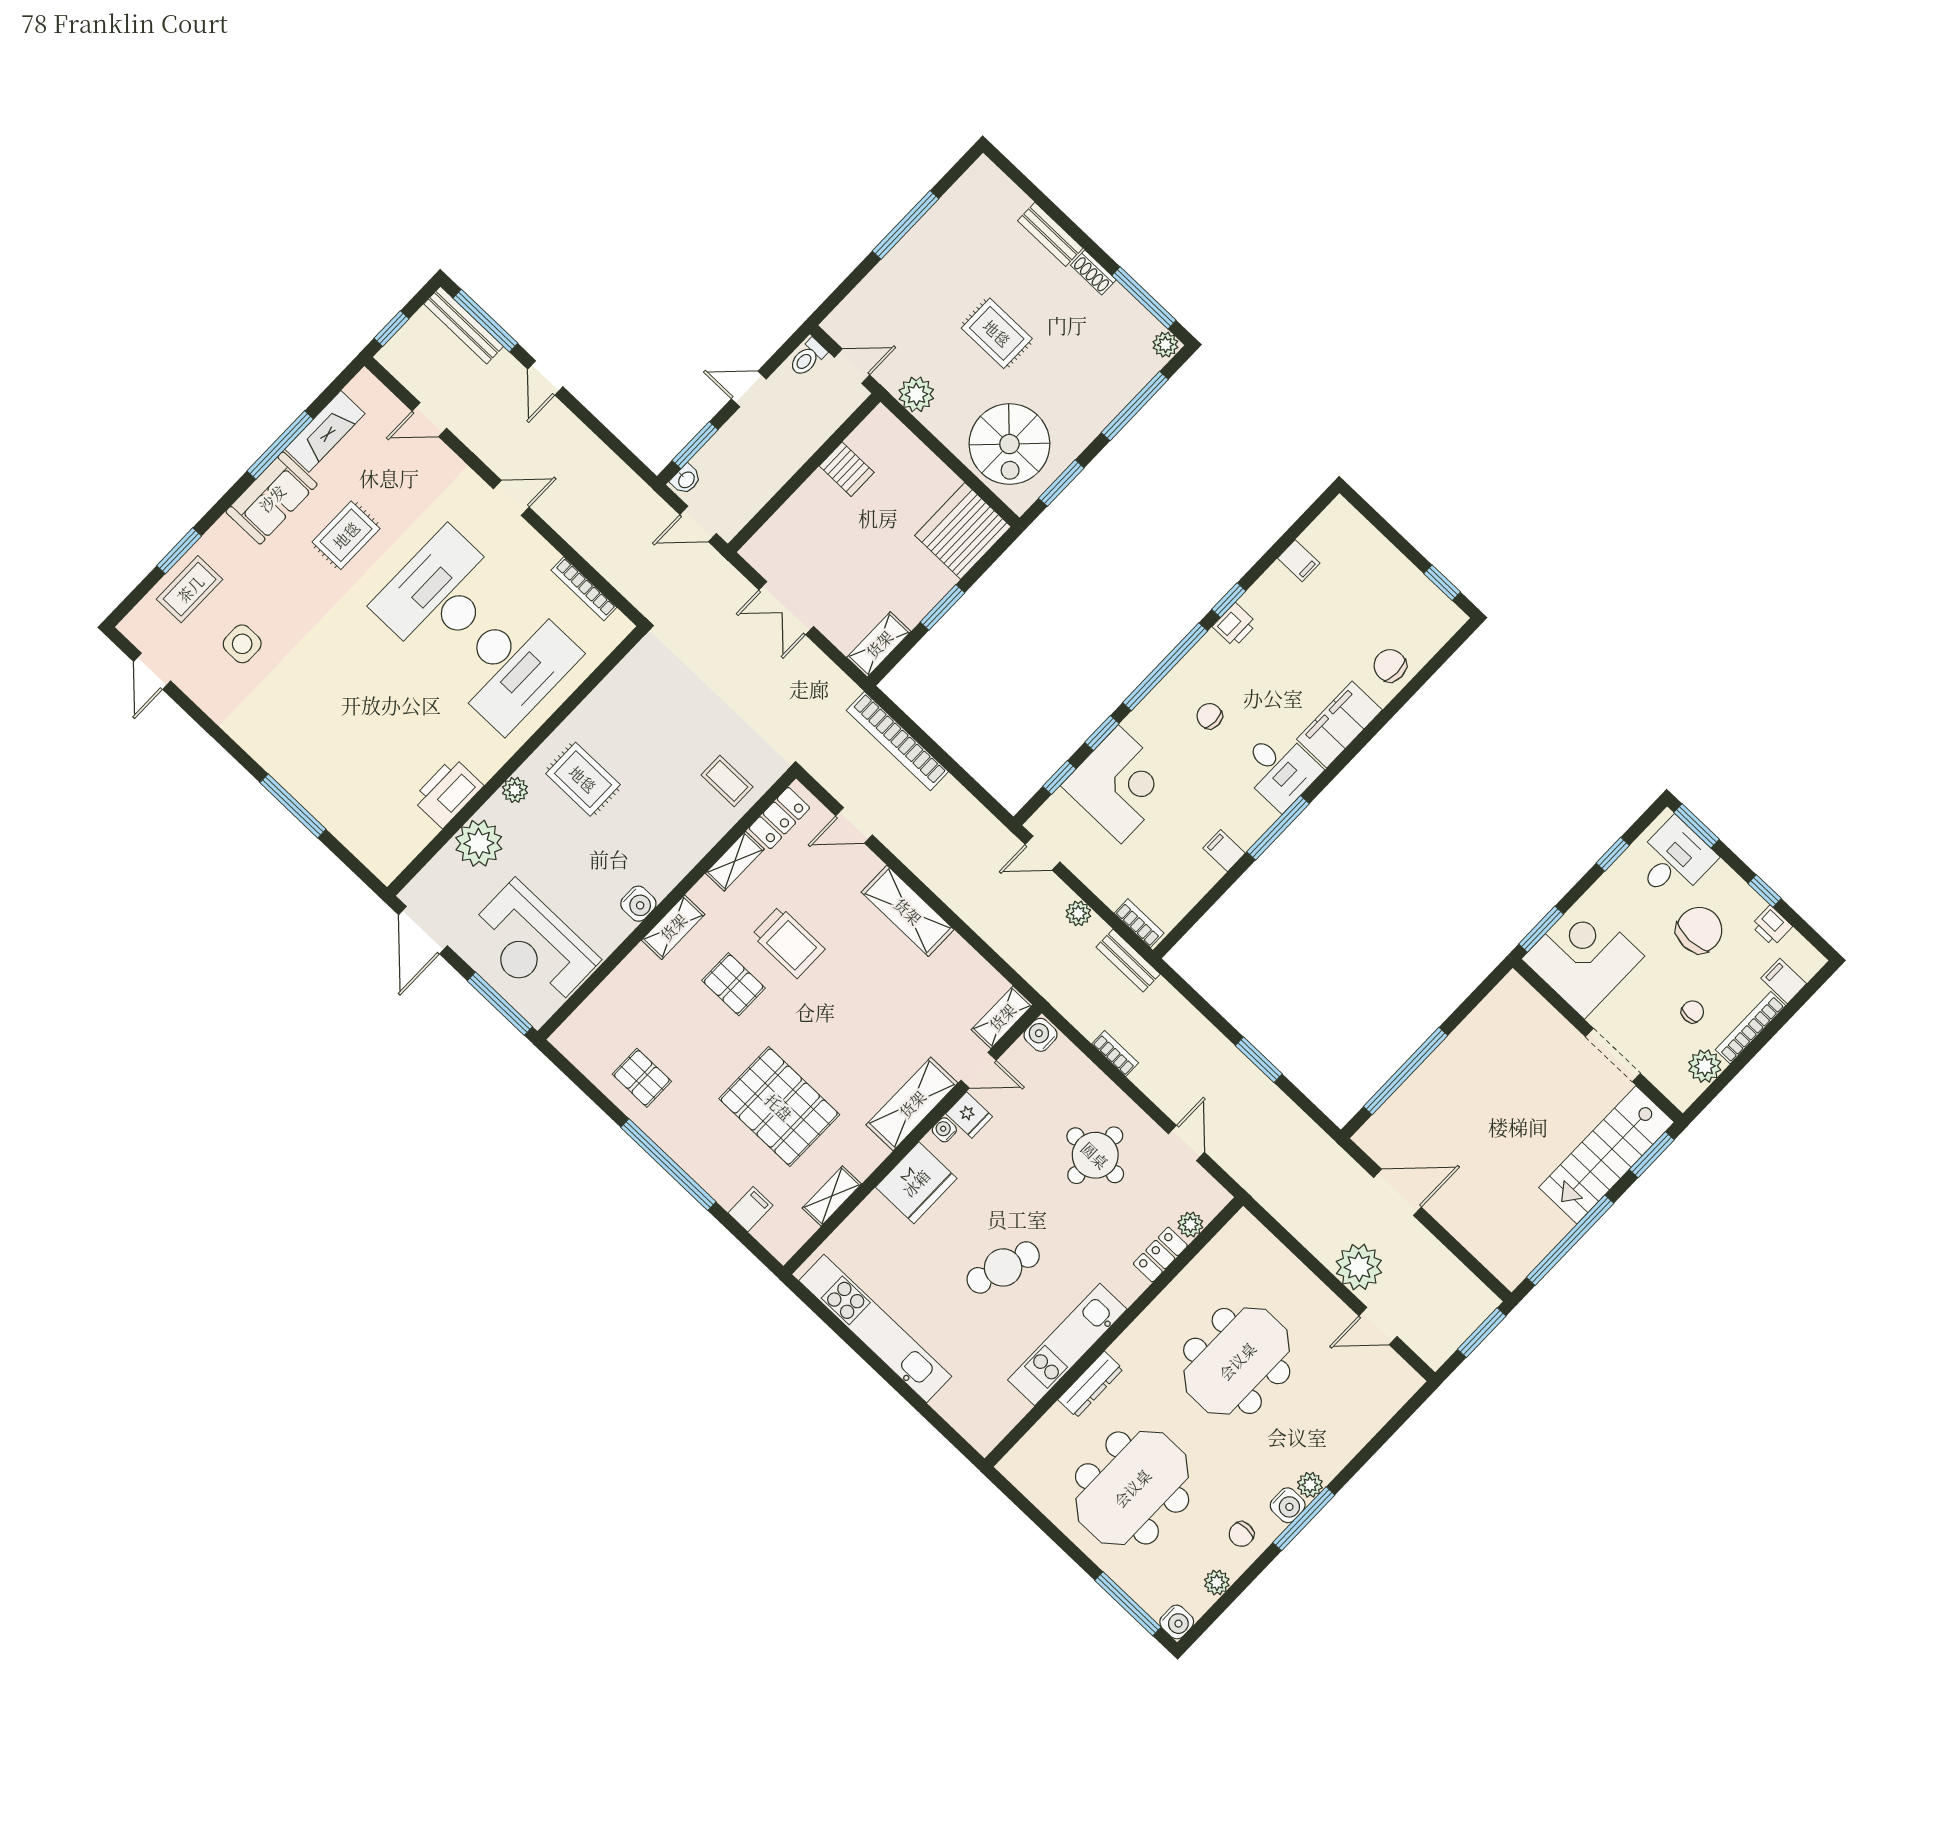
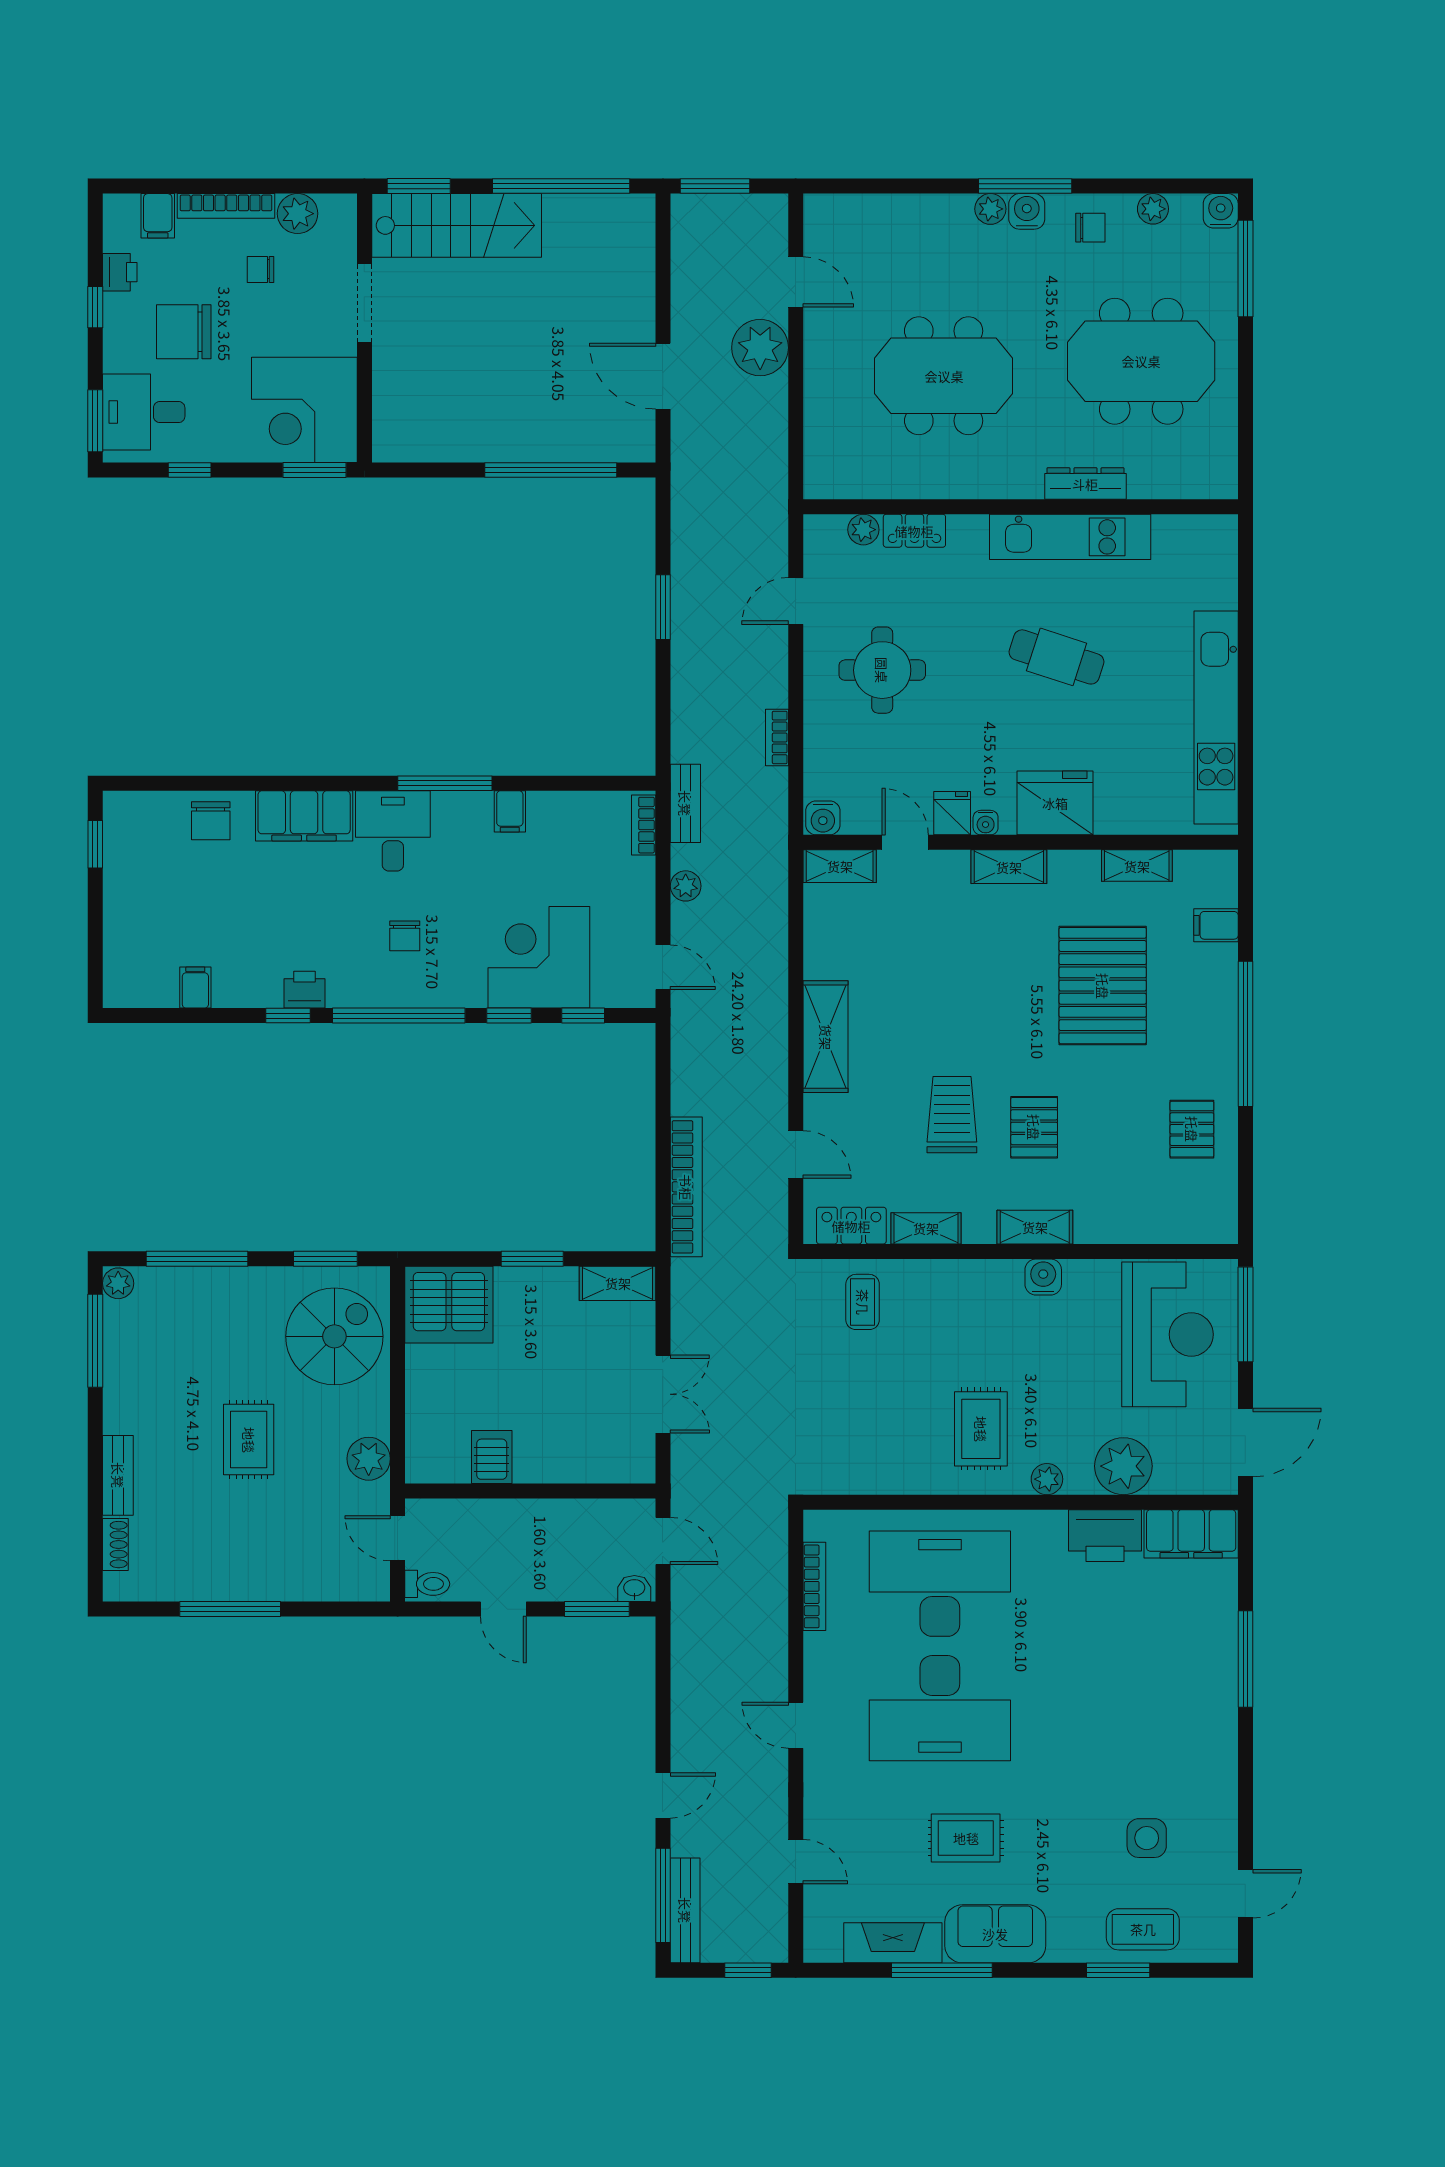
shoe rack: (1093, 272) -> (115, 1545), moved
filing cabinet: (399, 845) -> (1191, 1534), added
shelving: (912, 1104) -> (1009, 867), width x0.67, depth x0.75

